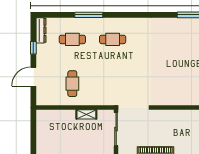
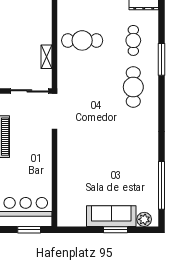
cafe table: (113, 39) -> (133, 87), width x1.37, depth x1.35
cafe table: (72, 84) -> (82, 40), width x1.37, depth x1.35

